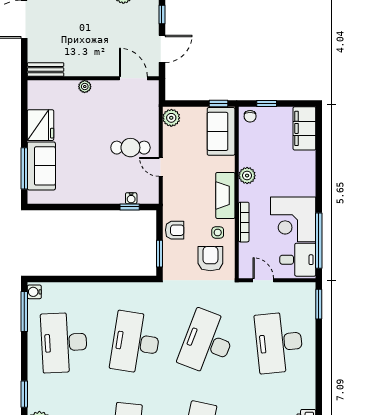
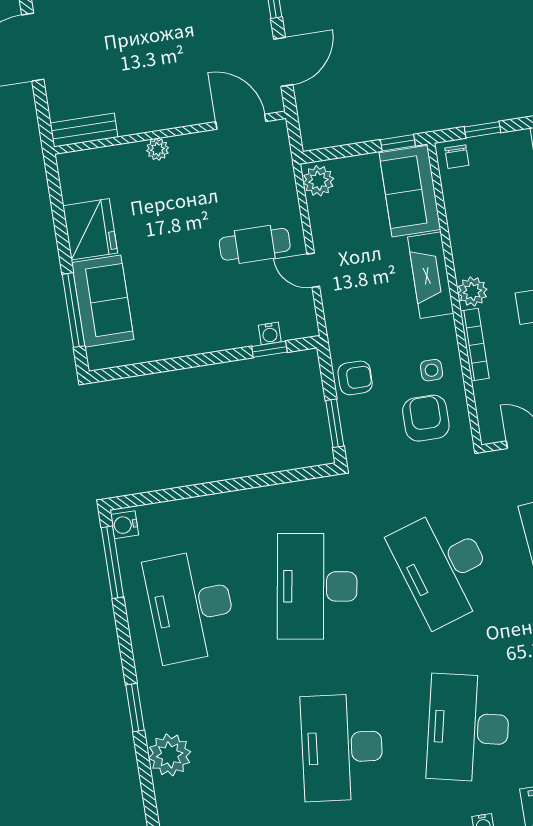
plant: (247, 176) -> (472, 292), moved
fireplace: (225, 195) -> (431, 275), moved
desk: (207, 343) -> (443, 567), turned -39

